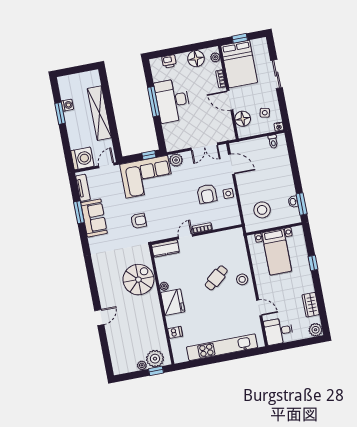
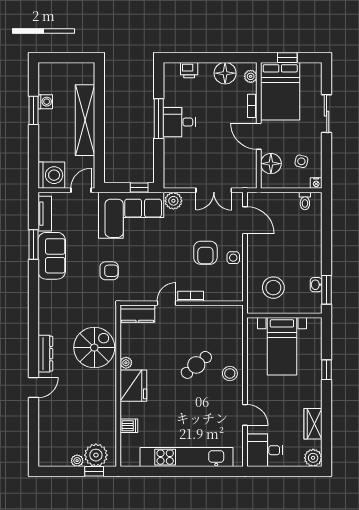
desk: (173, 100) -> (179, 122), width x0.53, depth x0.77
dresser: (103, 291) -> (45, 354), added

